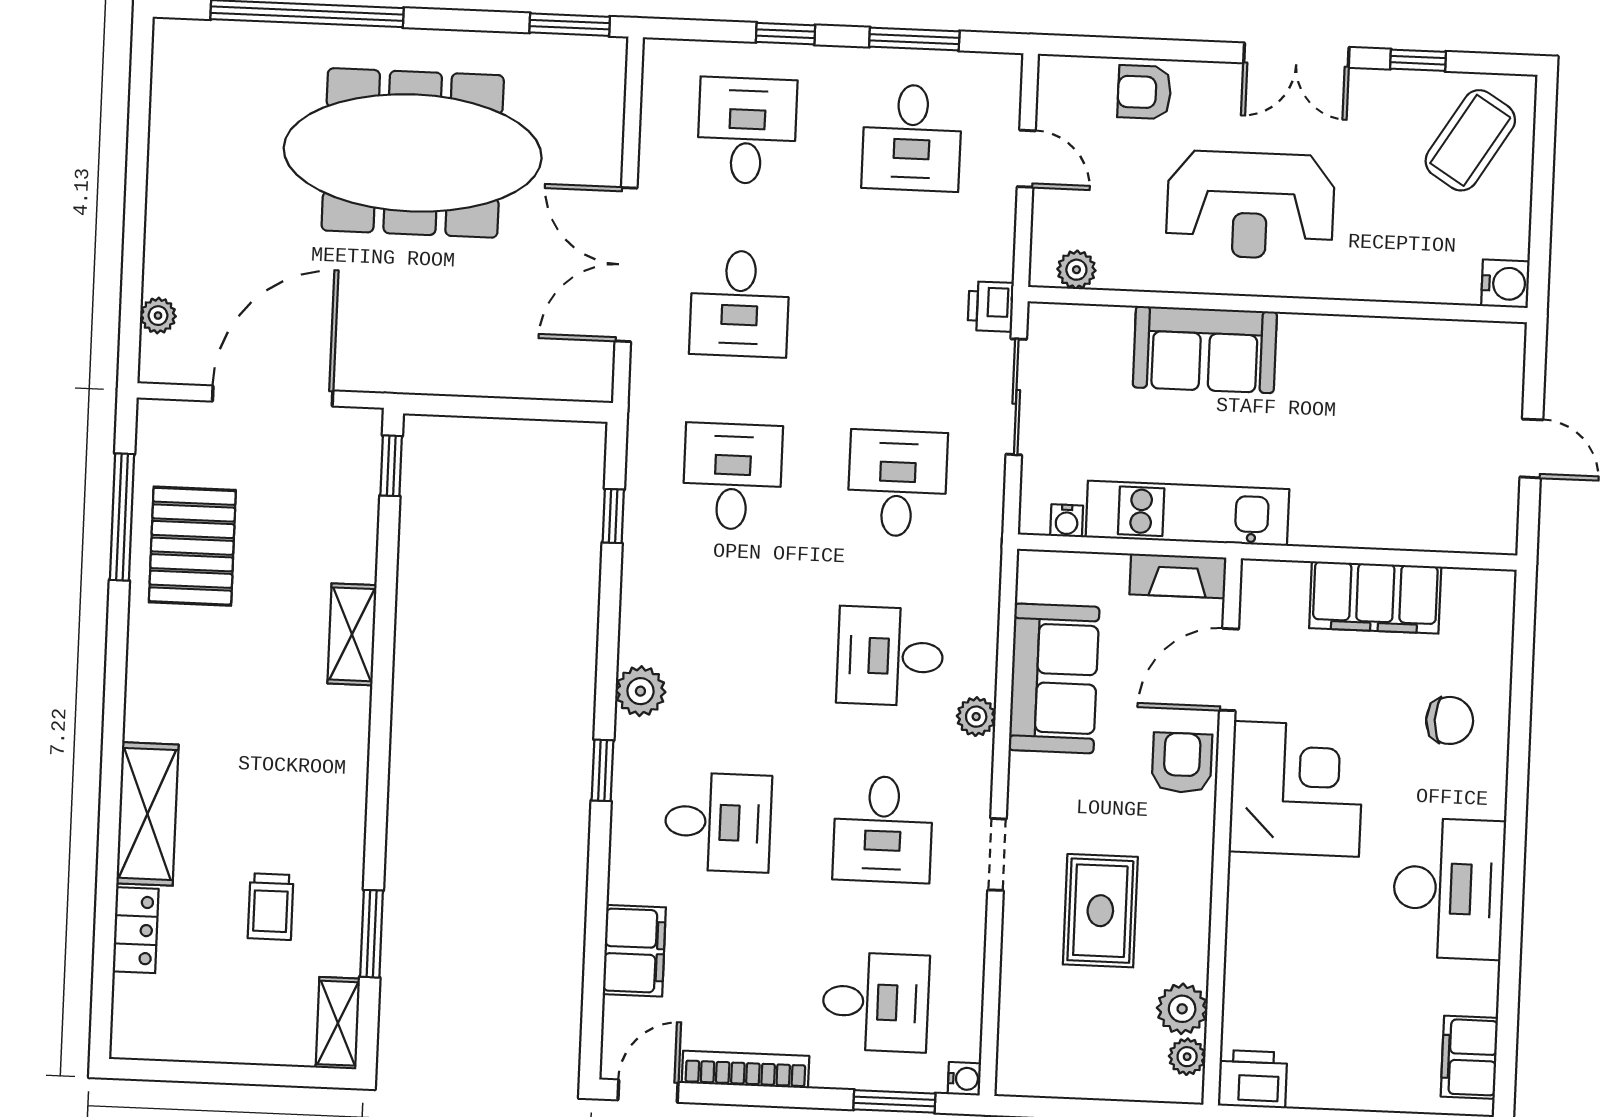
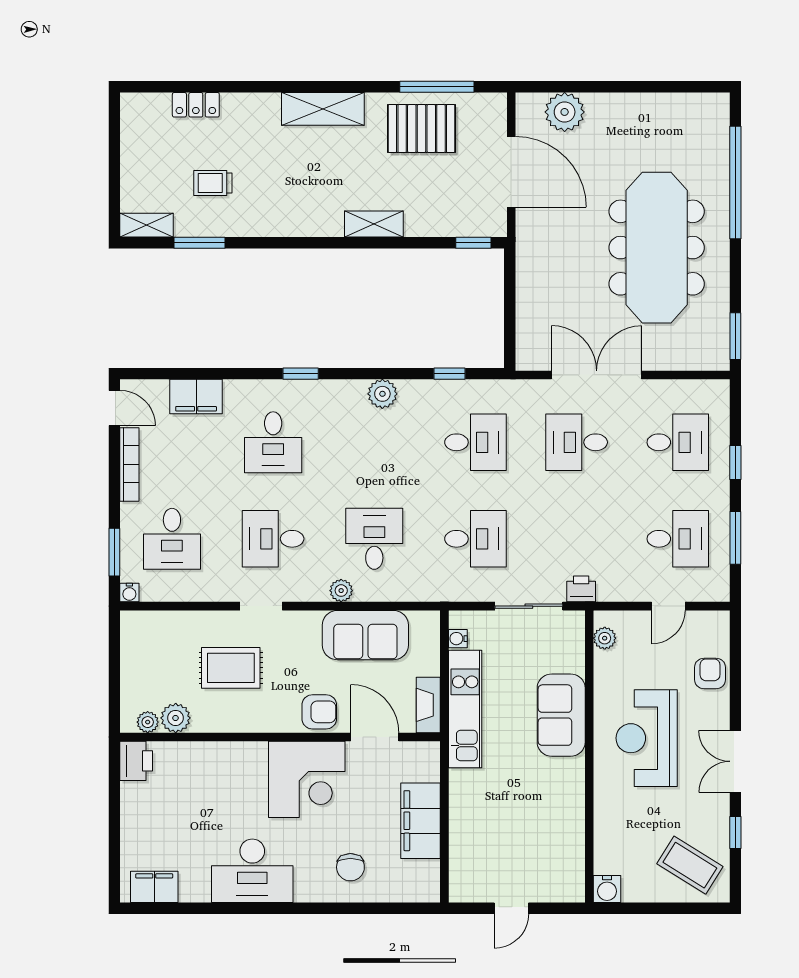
desk: (912, 138) -> (678, 539), turned 180
plant: (158, 316) -> (565, 112), width x1.87, depth x1.87
plant: (640, 691) -> (382, 394), moved
shelving: (147, 814) -> (323, 109), moved

